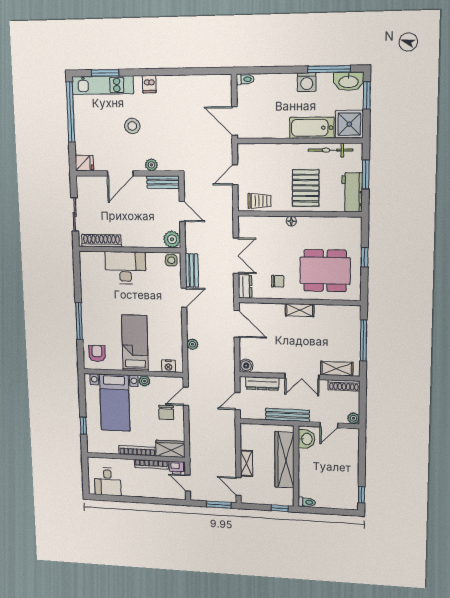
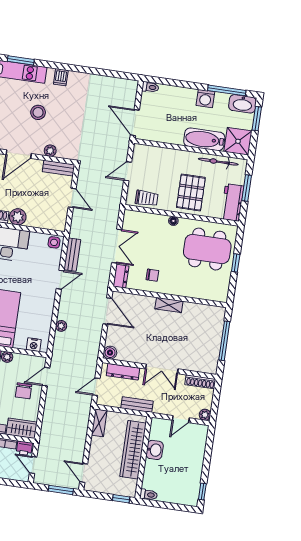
plant: (172, 239) -> (18, 217), moved
dining table: (325, 271) -> (207, 249), moved
shelving: (337, 369) -> (196, 365), removed
bench: (287, 415) -> (137, 405), width x0.73
washbasin: (306, 439) -> (155, 450), moved
shelving: (246, 463) -> (99, 423), moved

